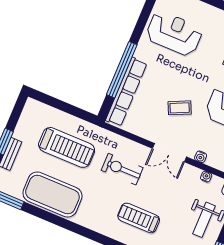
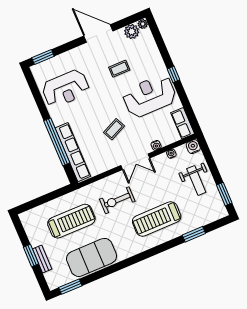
reception desk: (174, 33) -> (66, 89), turned 180
treadmill: (139, 218) -> (157, 219), width x1.37, depth x1.38

